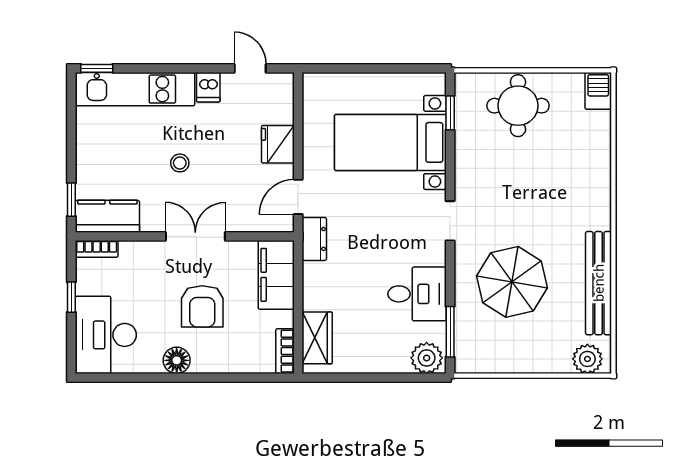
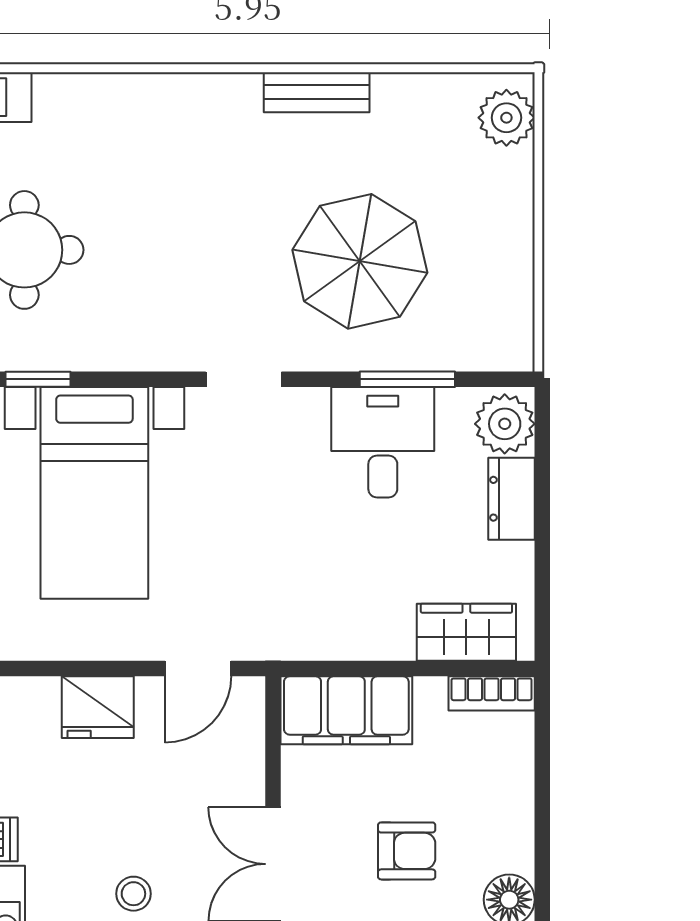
door: (298, 197) -> (198, 669), hinge flipped
dresser: (314, 239) -> (511, 499), moved, turned -90
bench: (599, 283) -> (317, 92), width x0.54, depth x0.82
armchair: (202, 306) -> (407, 851), width x0.72, depth x0.72
window: (450, 332) -> (407, 379), moved

